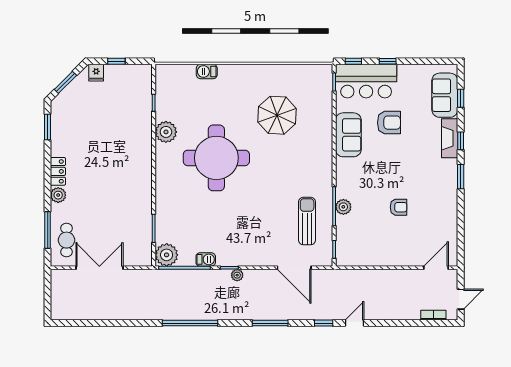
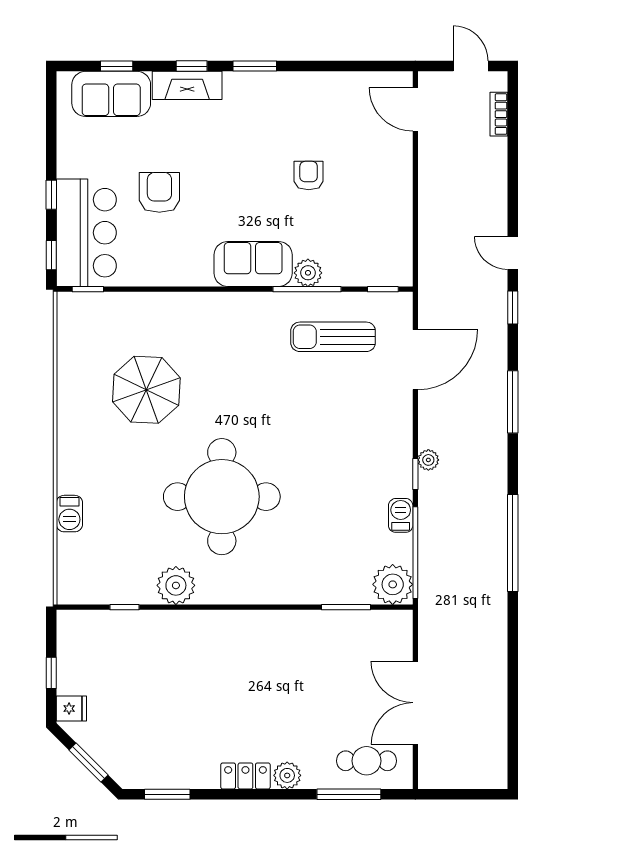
sofa: (348, 135) -> (253, 264), moved

